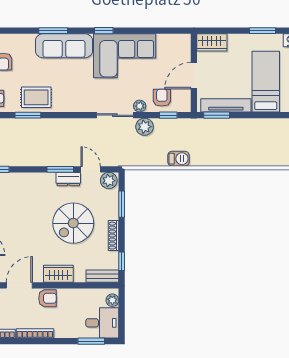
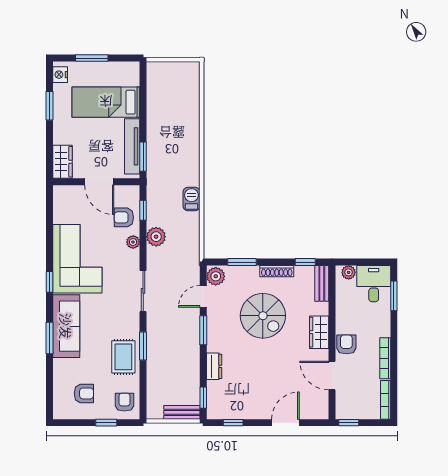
window: (28, 115) -> (143, 346), moved
sliding door: (115, 115) -> (143, 291), moved
dresser: (68, 179) -> (214, 366), moved

